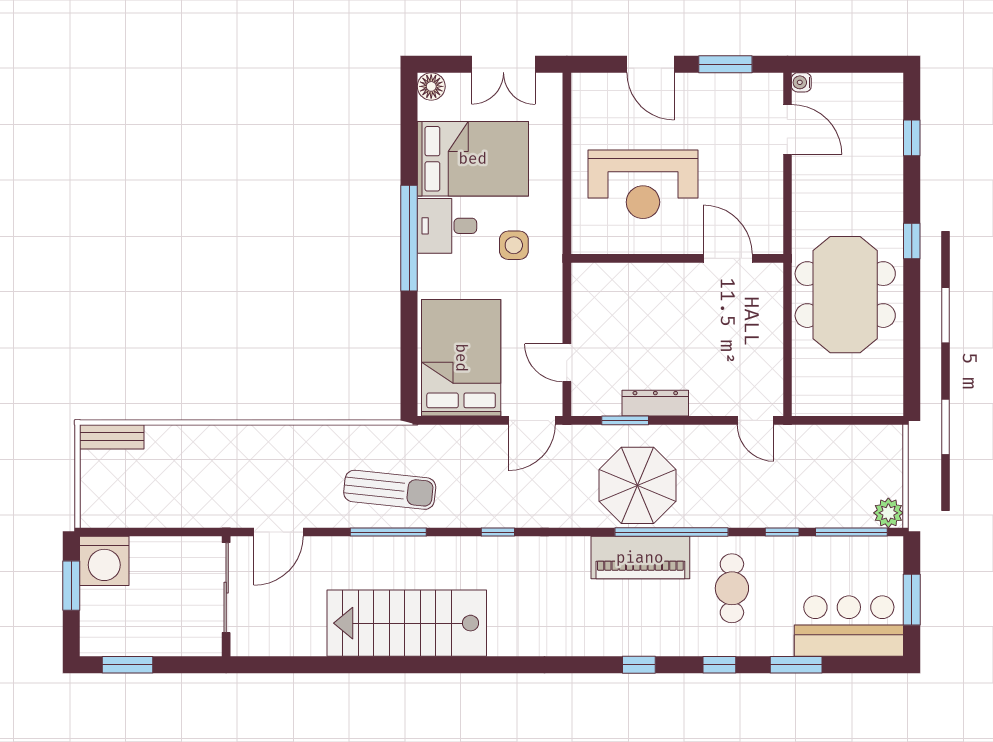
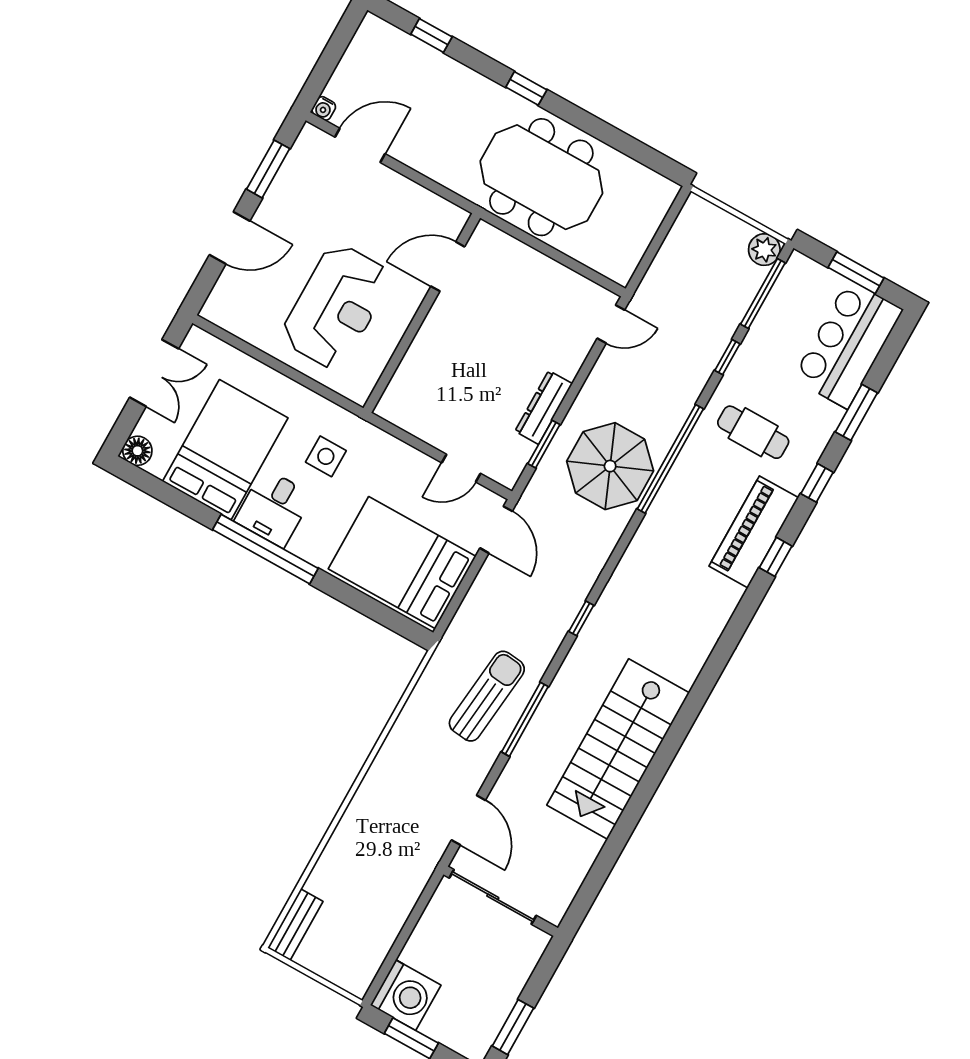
piano: (640, 558) -> (754, 532), moved, turned 180

